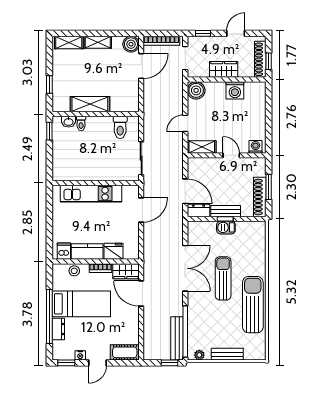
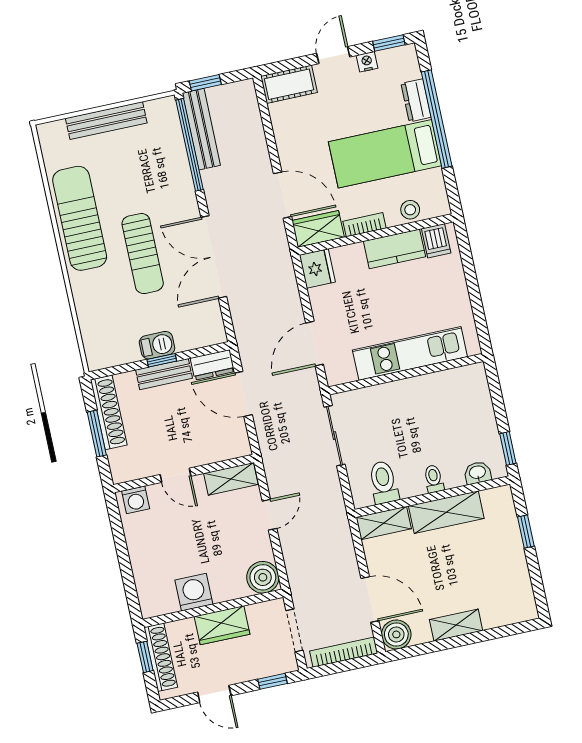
door: (236, 33) -> (214, 694), hinge flipped
shelving: (69, 43) -> (384, 523), moved
door: (141, 66) -> (370, 599), swing flipped
toilet: (81, 123) -> (434, 479), moved
fridge: (113, 251) -> (317, 269), moved, turned -90
sun lounger: (253, 305) -> (80, 218), turned 180
bench: (227, 354) -> (106, 121), width x1.36
plant: (199, 355) -> (155, 108), removed

